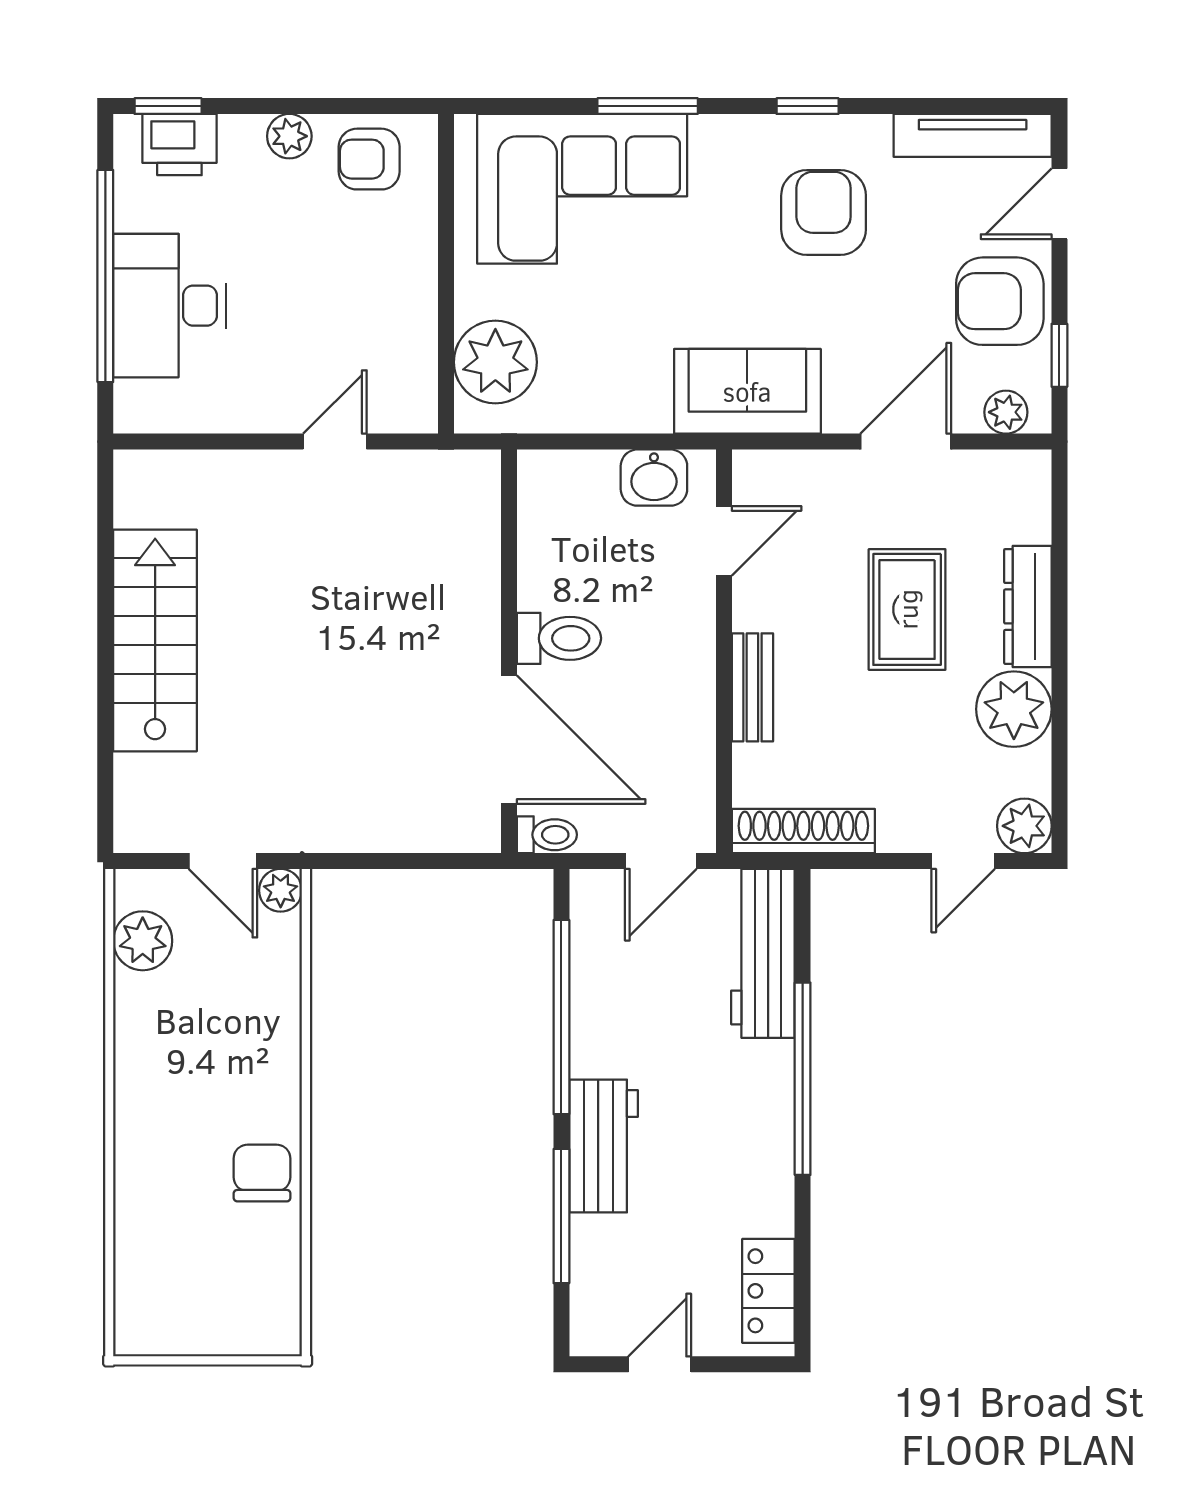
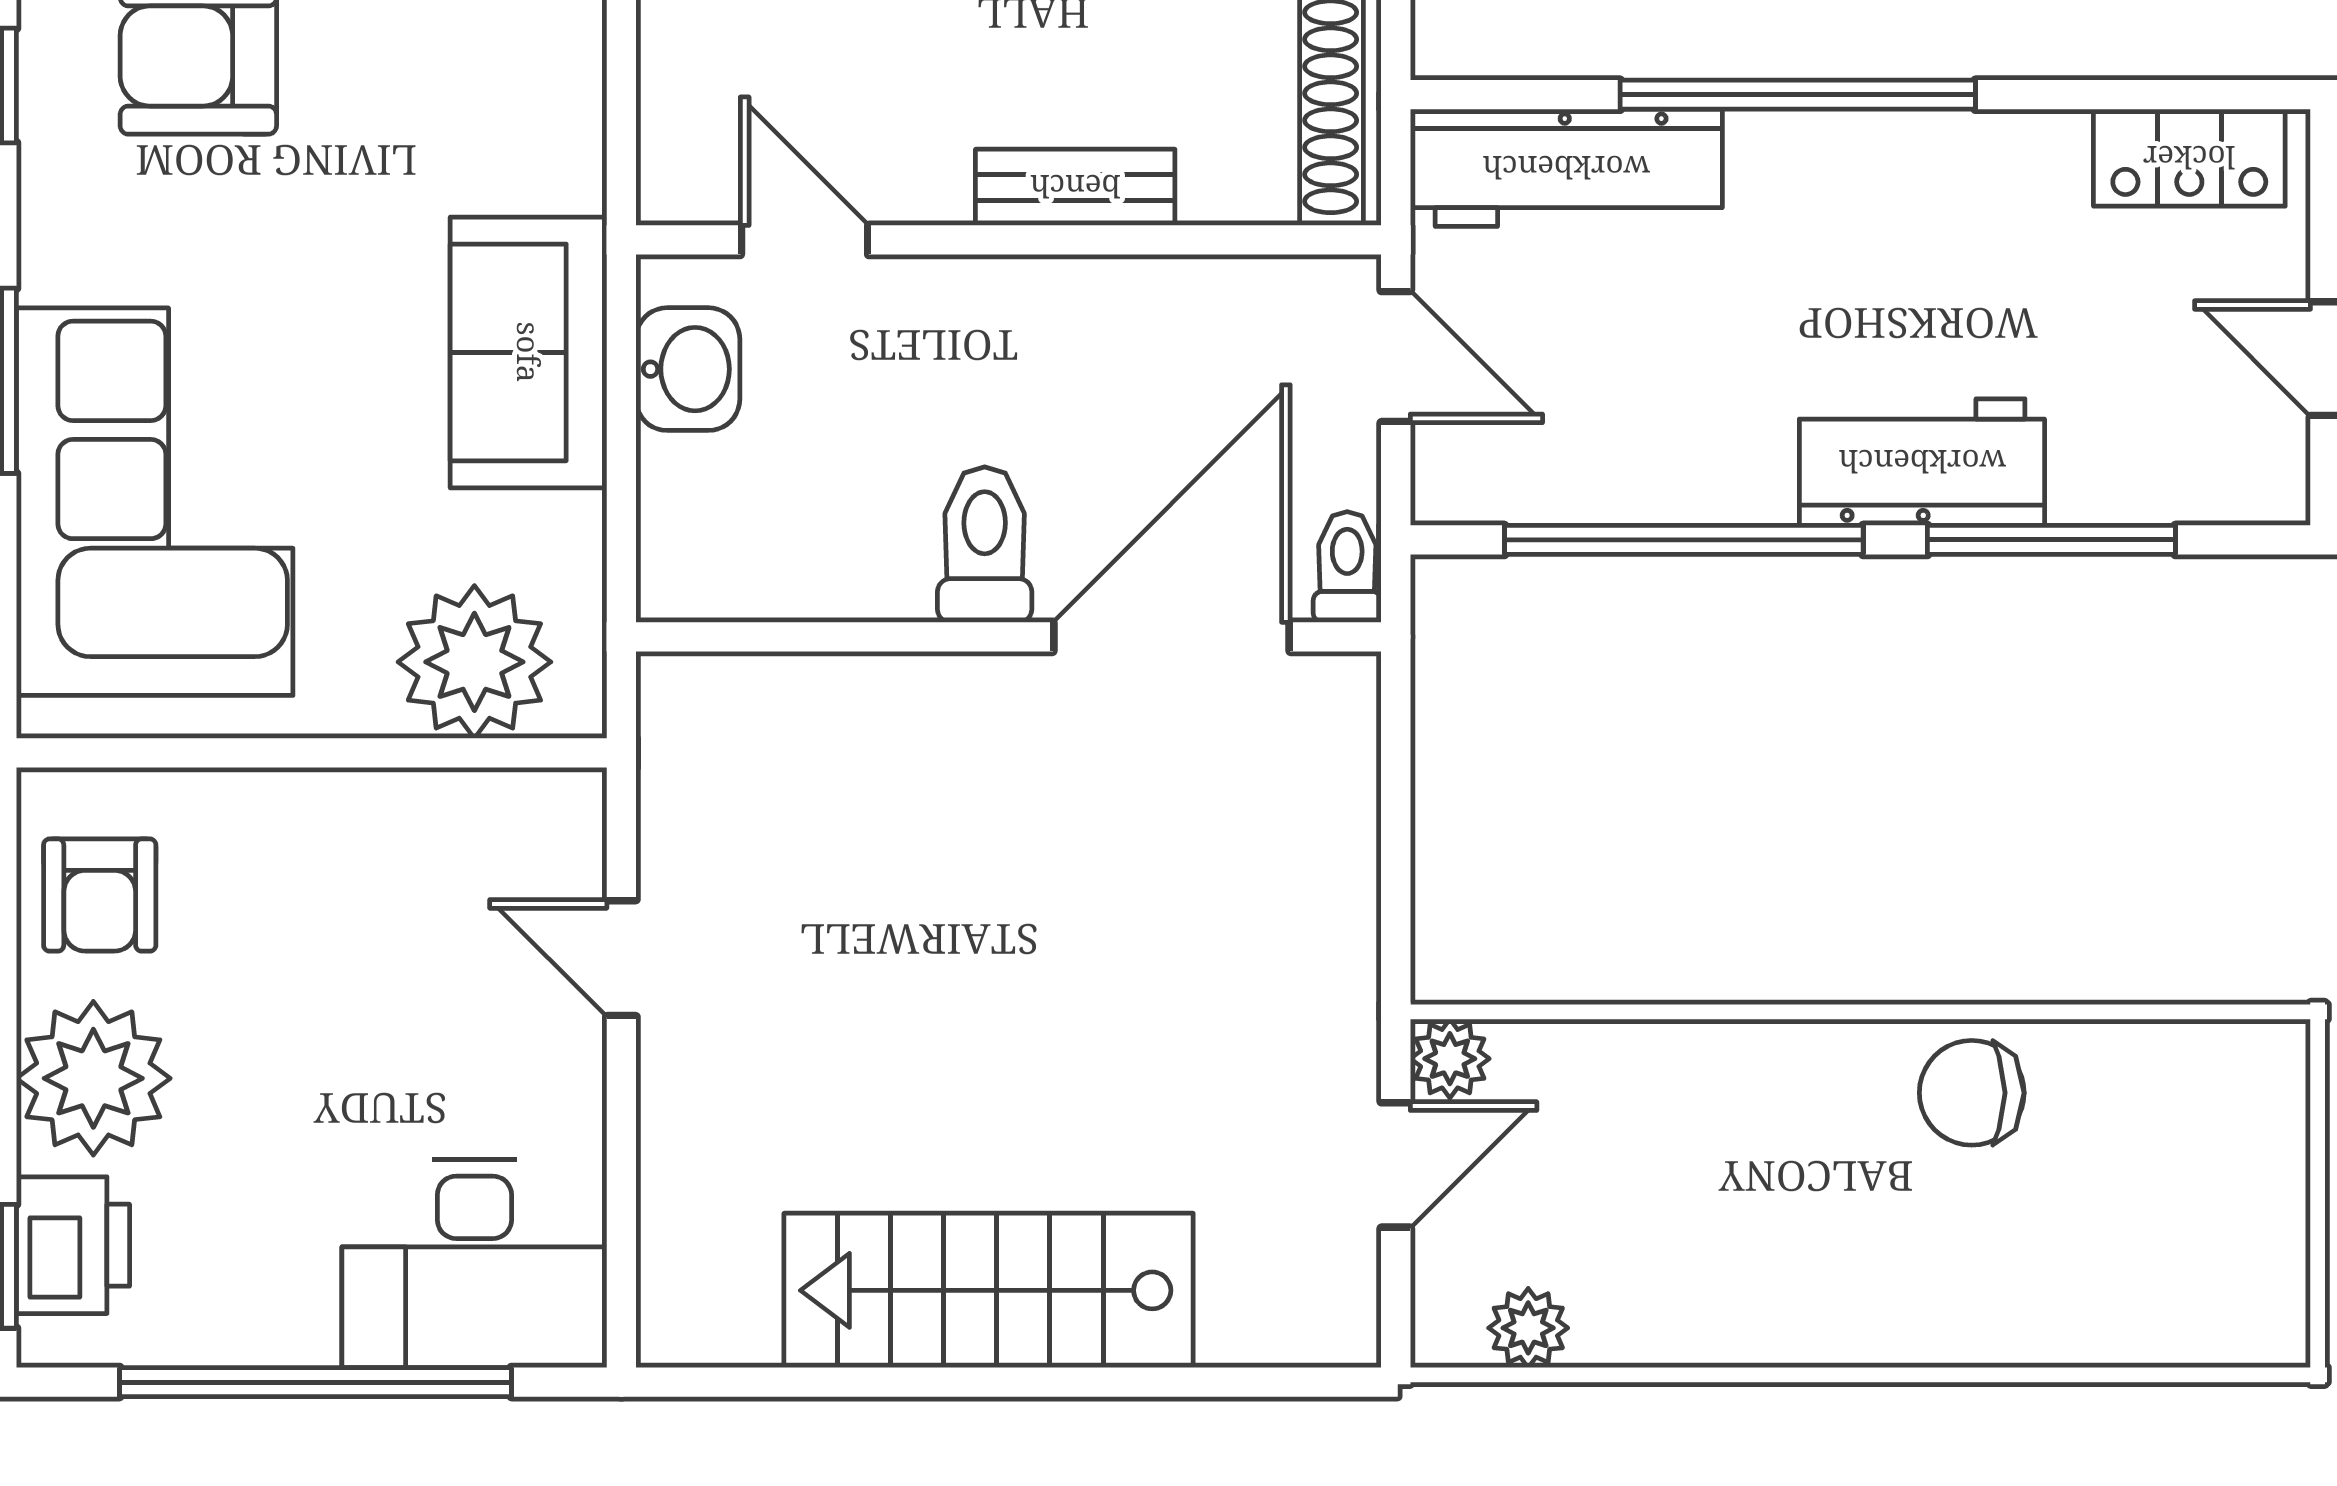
plant: (289, 136) -> (93, 1078), width x1.88, depth x1.88
desk: (170, 306) -> (474, 1264), moved
sofa: (747, 391) -> (529, 352), moved
plant: (143, 941) -> (1528, 1328), width x0.73, depth x0.73

